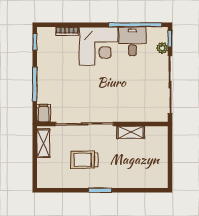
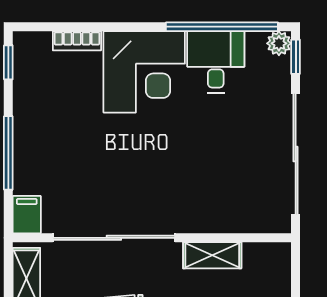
plant: (162, 48) -> (279, 43), moved

